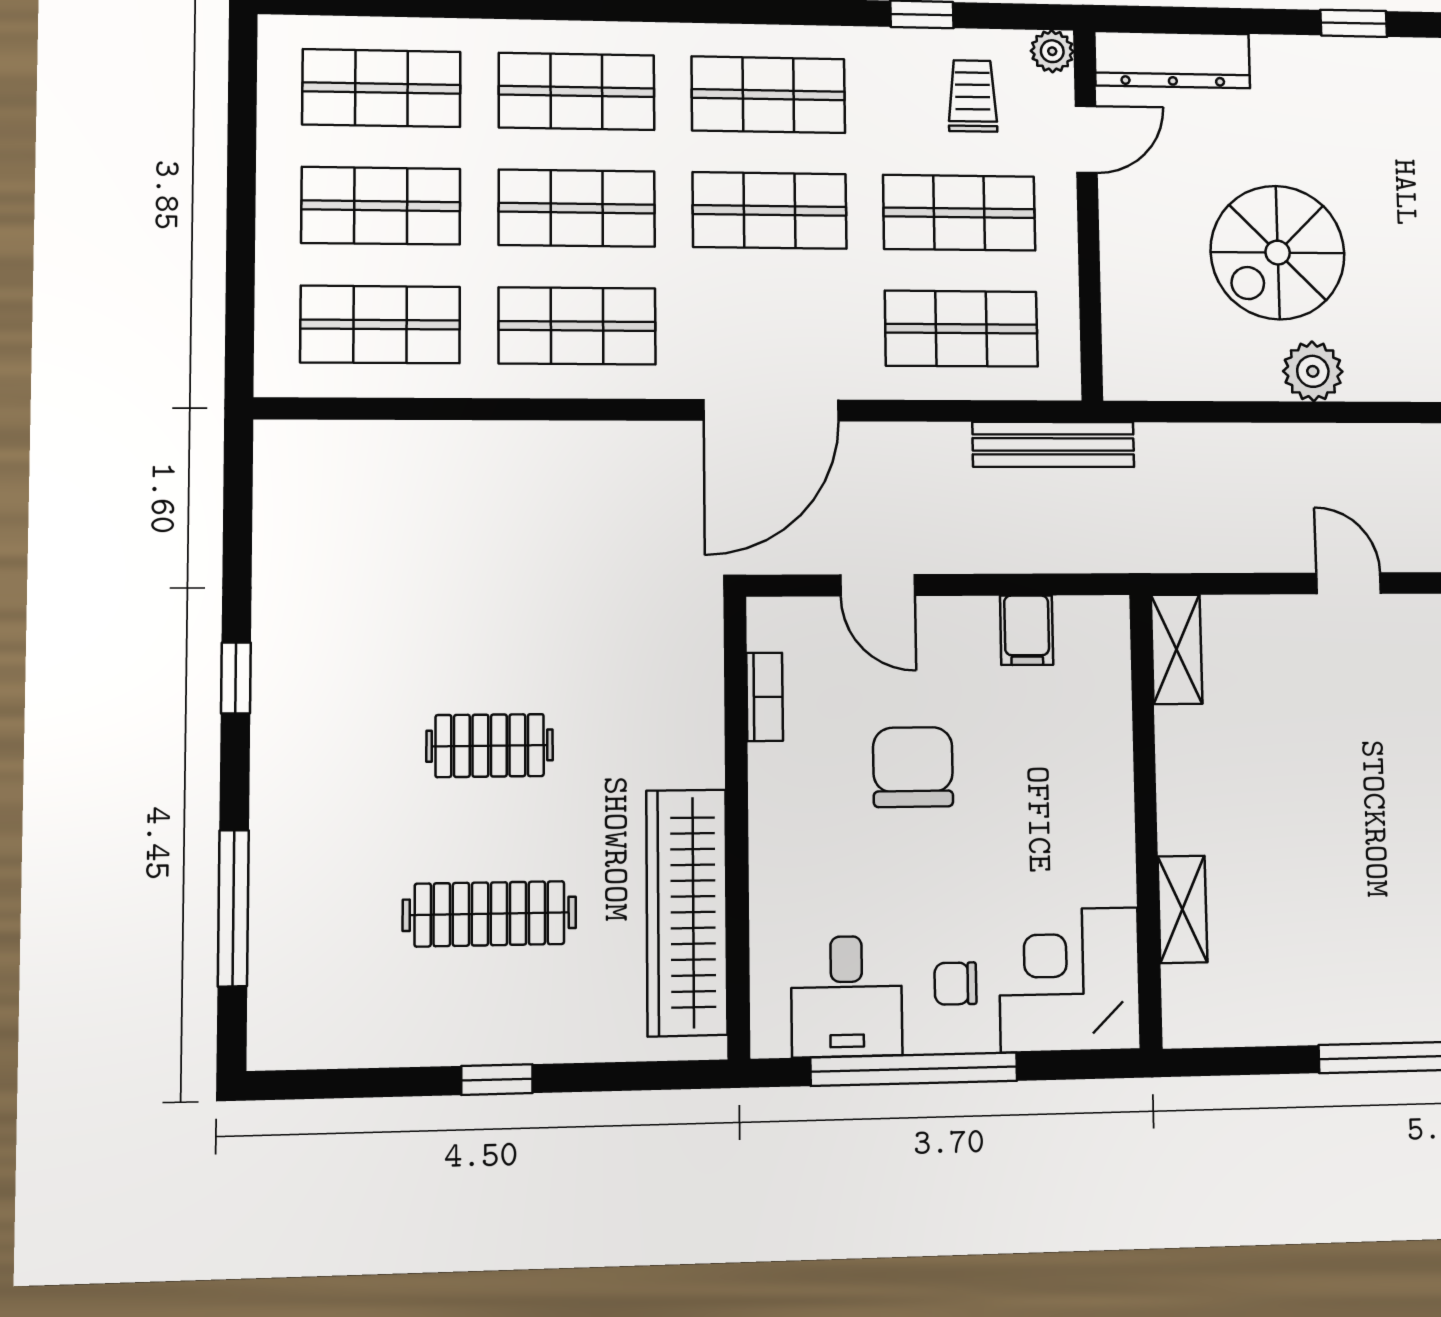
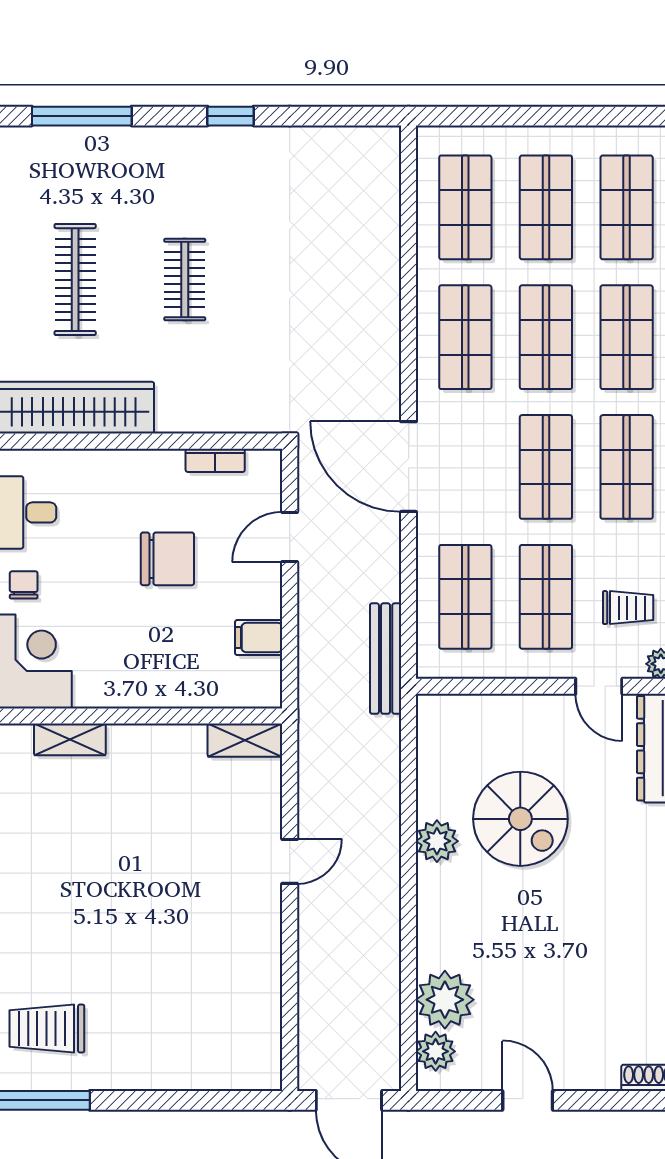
spiral stairs: (1278, 253) -> (520, 819), turned 180

